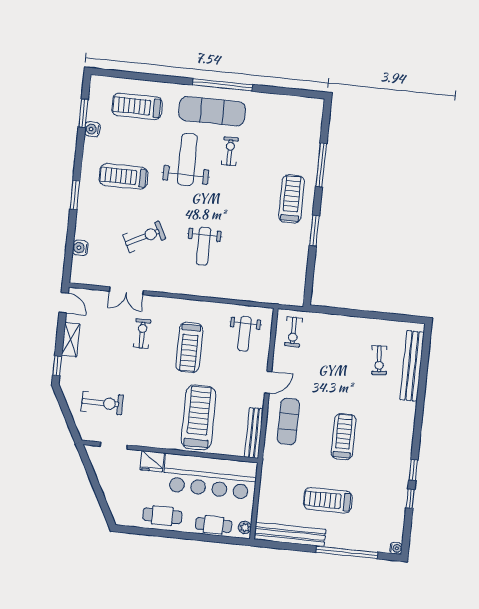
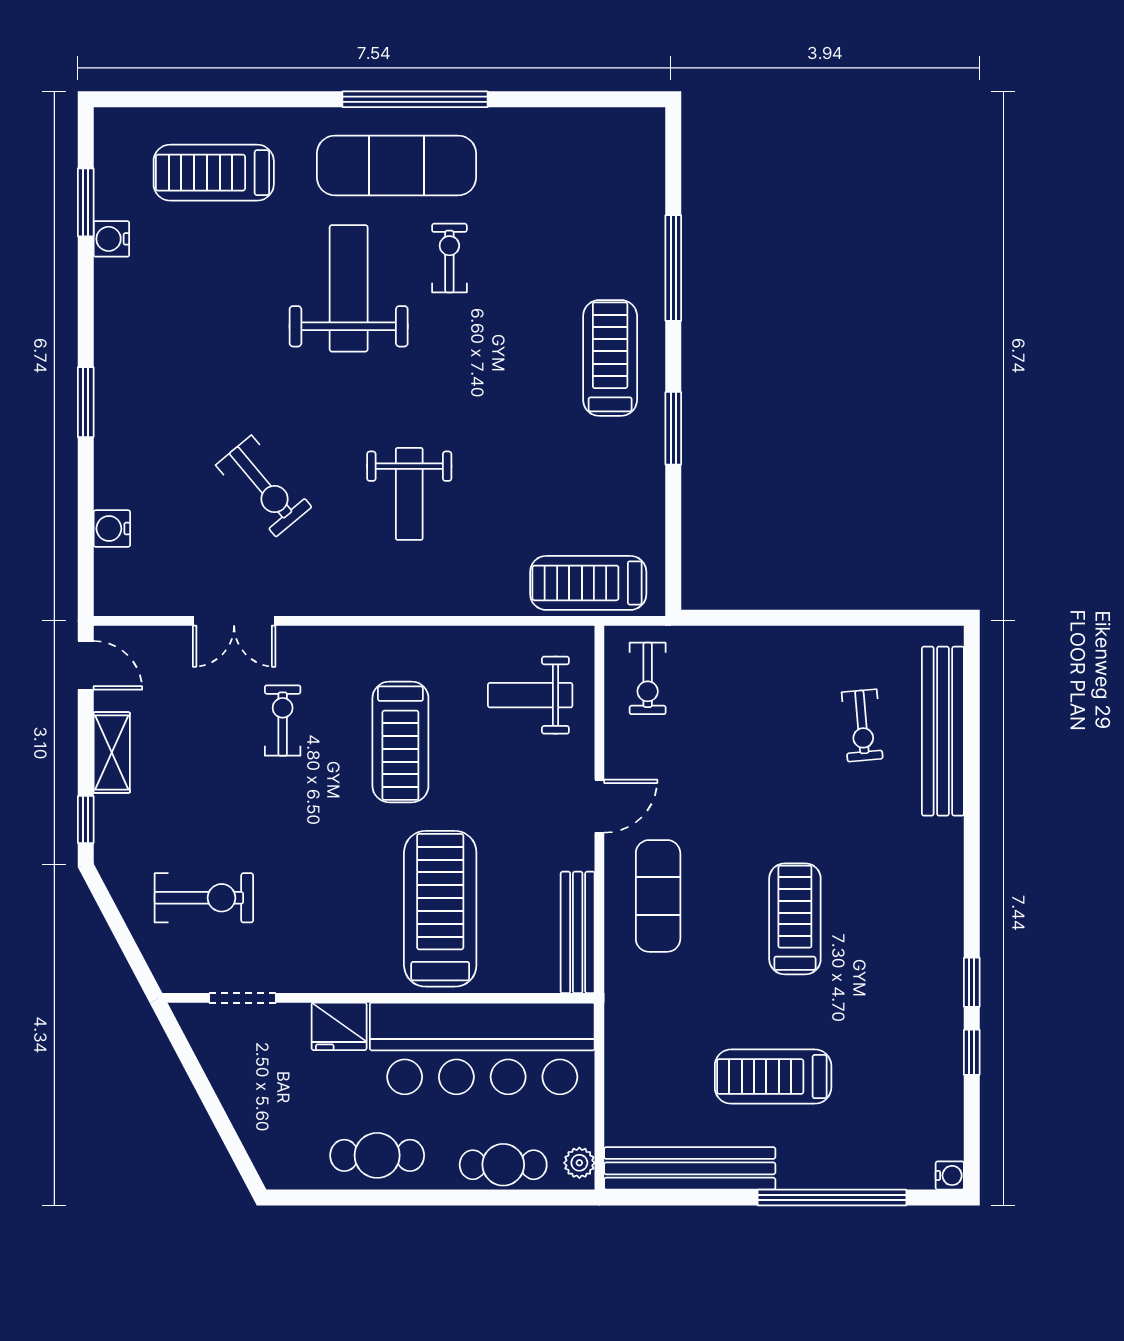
treadmill: (124, 176) -> (588, 583), moved
exercise bike: (144, 237) -> (264, 486), turned 77
weight bench: (244, 334) -> (530, 695), turned 90

